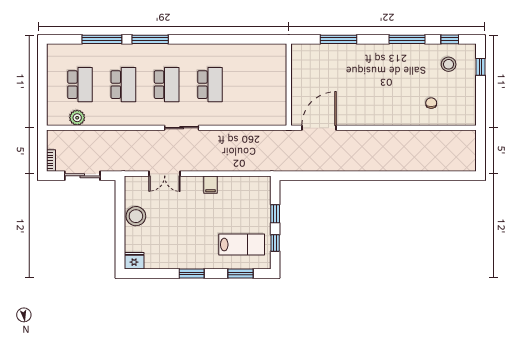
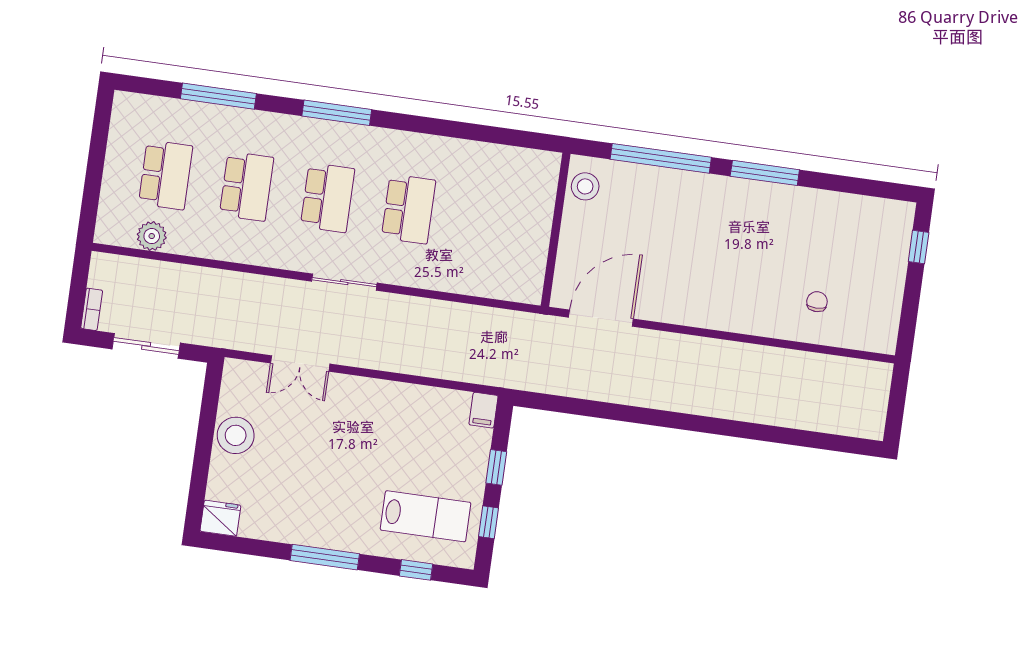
window: (150, 39) -> (337, 113), moved
window: (339, 39) -> (661, 158), width x1.46
window: (407, 39) -> (765, 173), moved
window: (450, 39) -> (868, 187), removed
stool: (449, 64) -> (585, 186), moved
filing cabinet: (210, 185) -> (484, 410), moved
window: (192, 273) -> (325, 557), width x1.44
window: (241, 273) -> (416, 570), width x0.67

